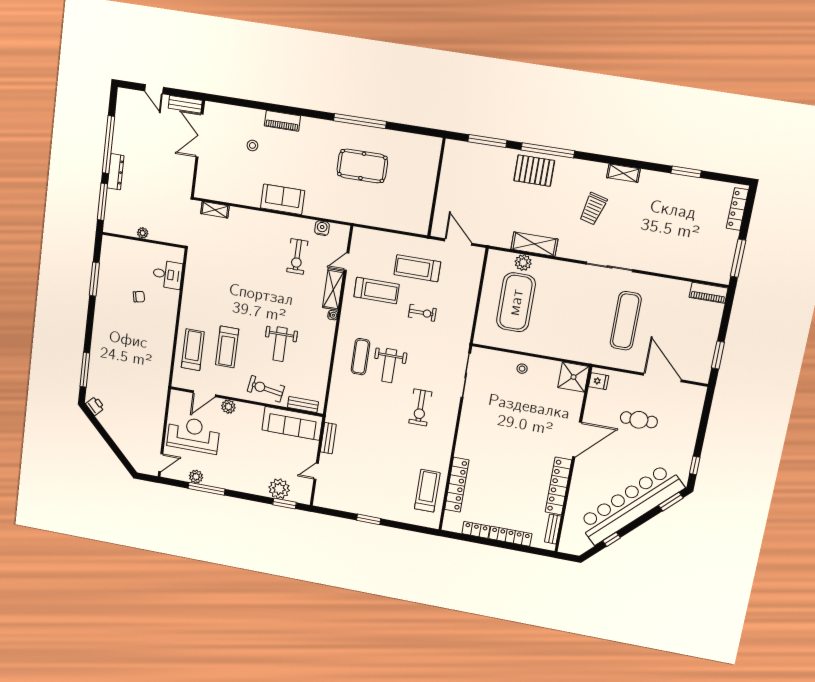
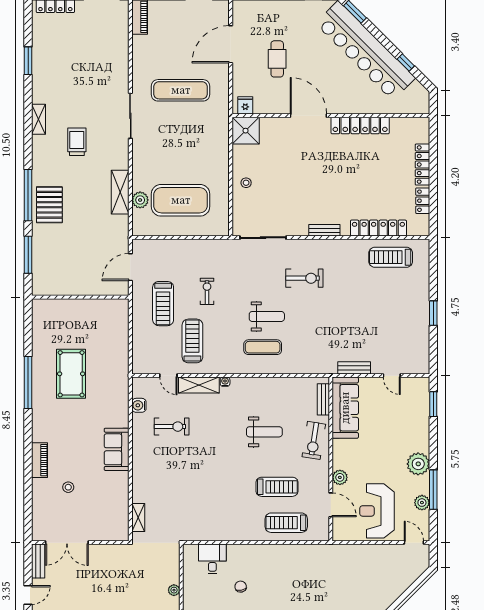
trolley: (593, 209) -> (77, 142), turned -105
plant: (279, 489) -> (418, 464), moved
bench: (553, 529) -> (324, 230), moved

